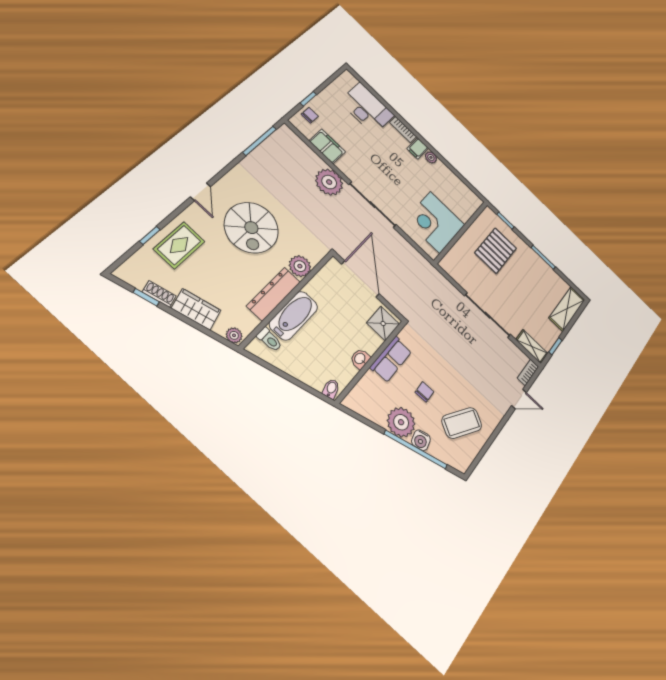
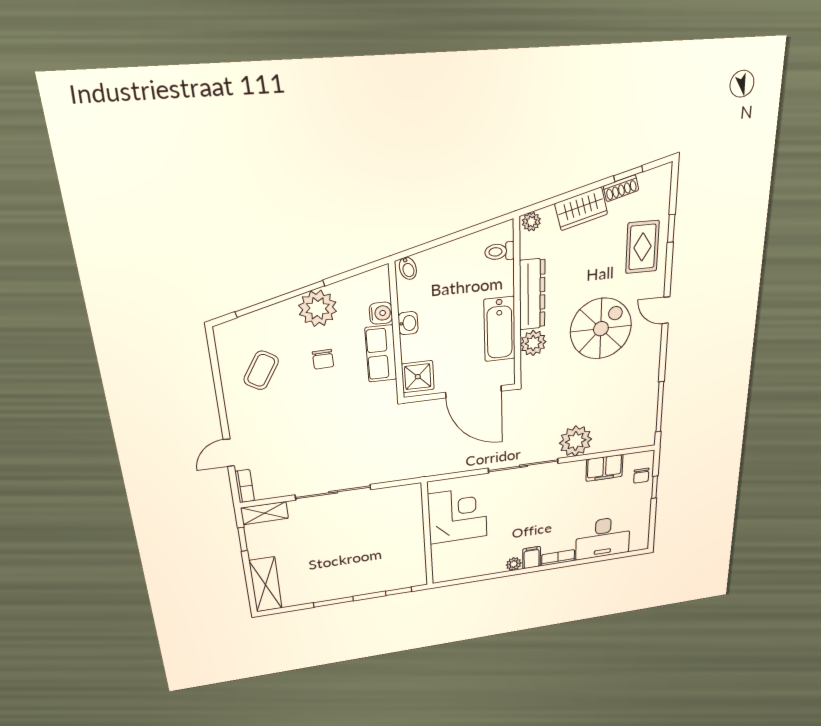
spiral stairs: (251, 228) -> (601, 329), turned 90
pallet: (496, 251) -> (382, 556), removed
bathtub: (294, 316) -> (500, 329), moved
coffee table: (462, 423) -> (261, 370), width x0.73, depth x0.77
water cooler: (421, 440) -> (381, 313), moved, turned 105

